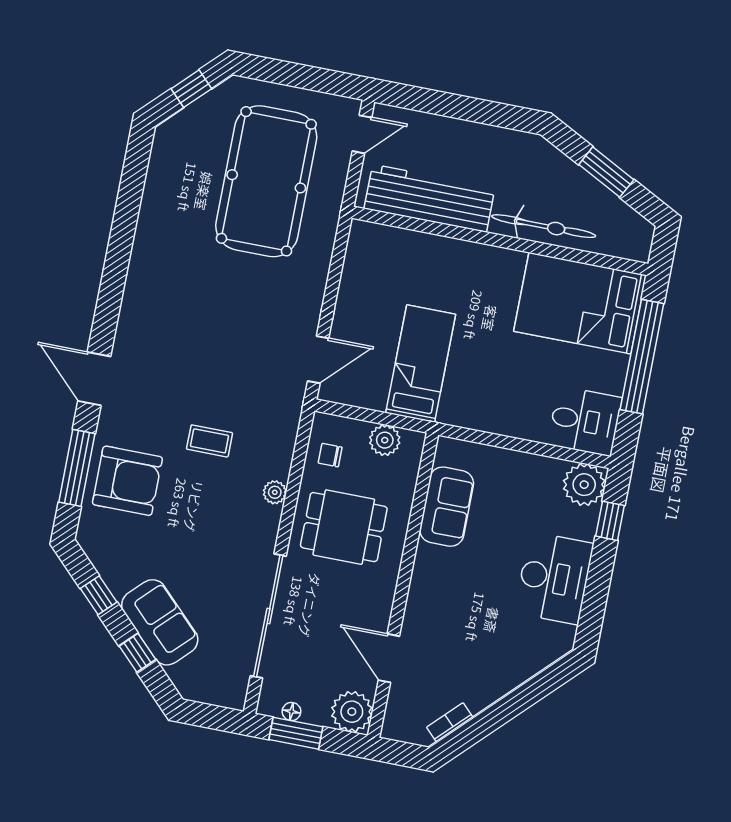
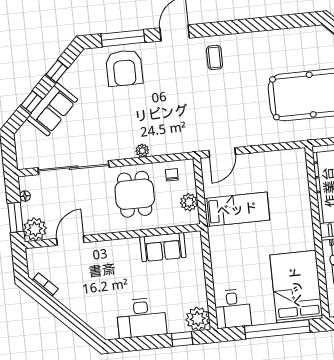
door: (318, 360) -> (222, 152), hinge flipped
coffee table: (210, 441) -> (215, 57), moved
window: (296, 733) -> (15, 217), moved

